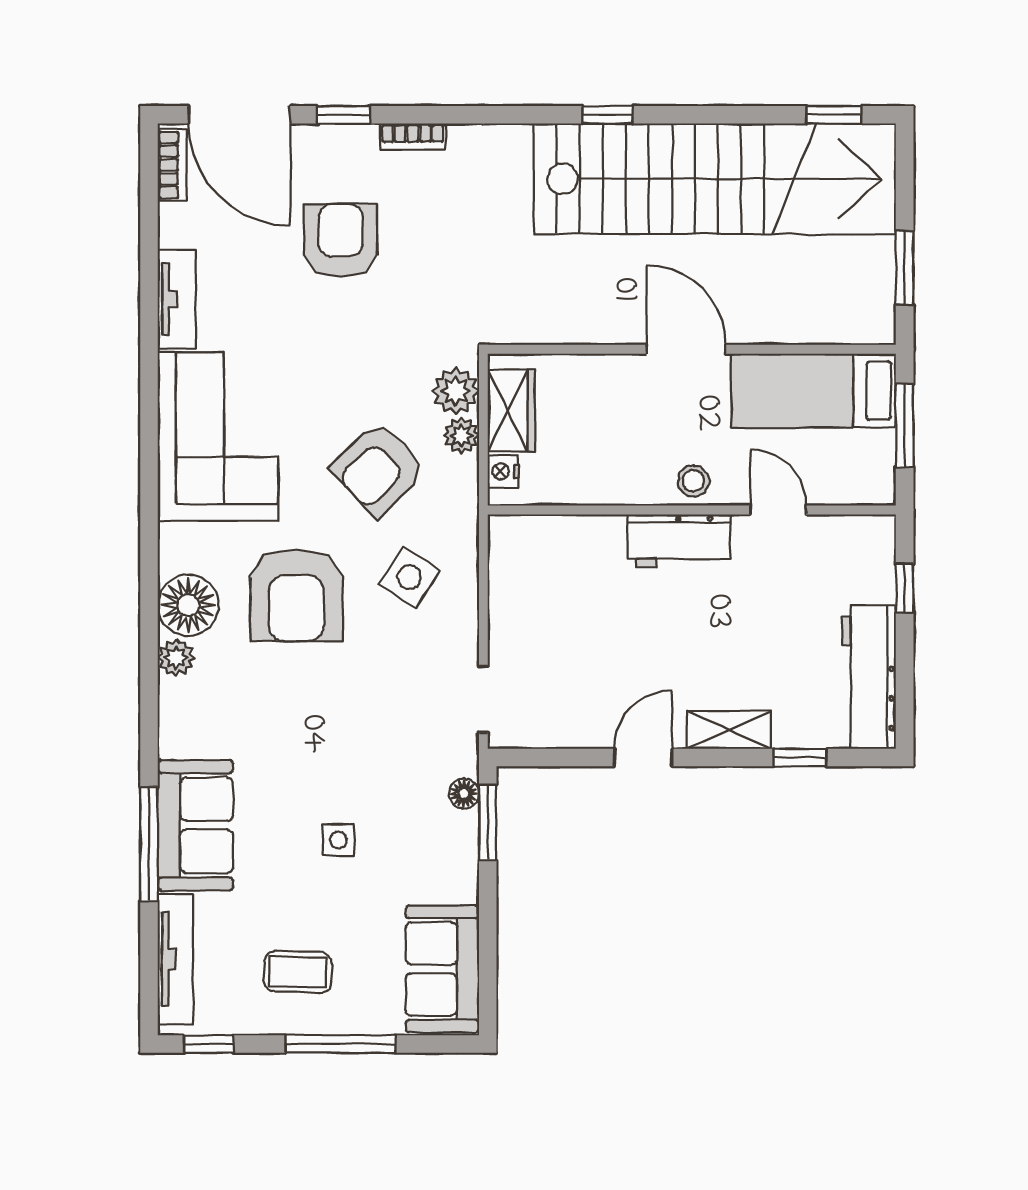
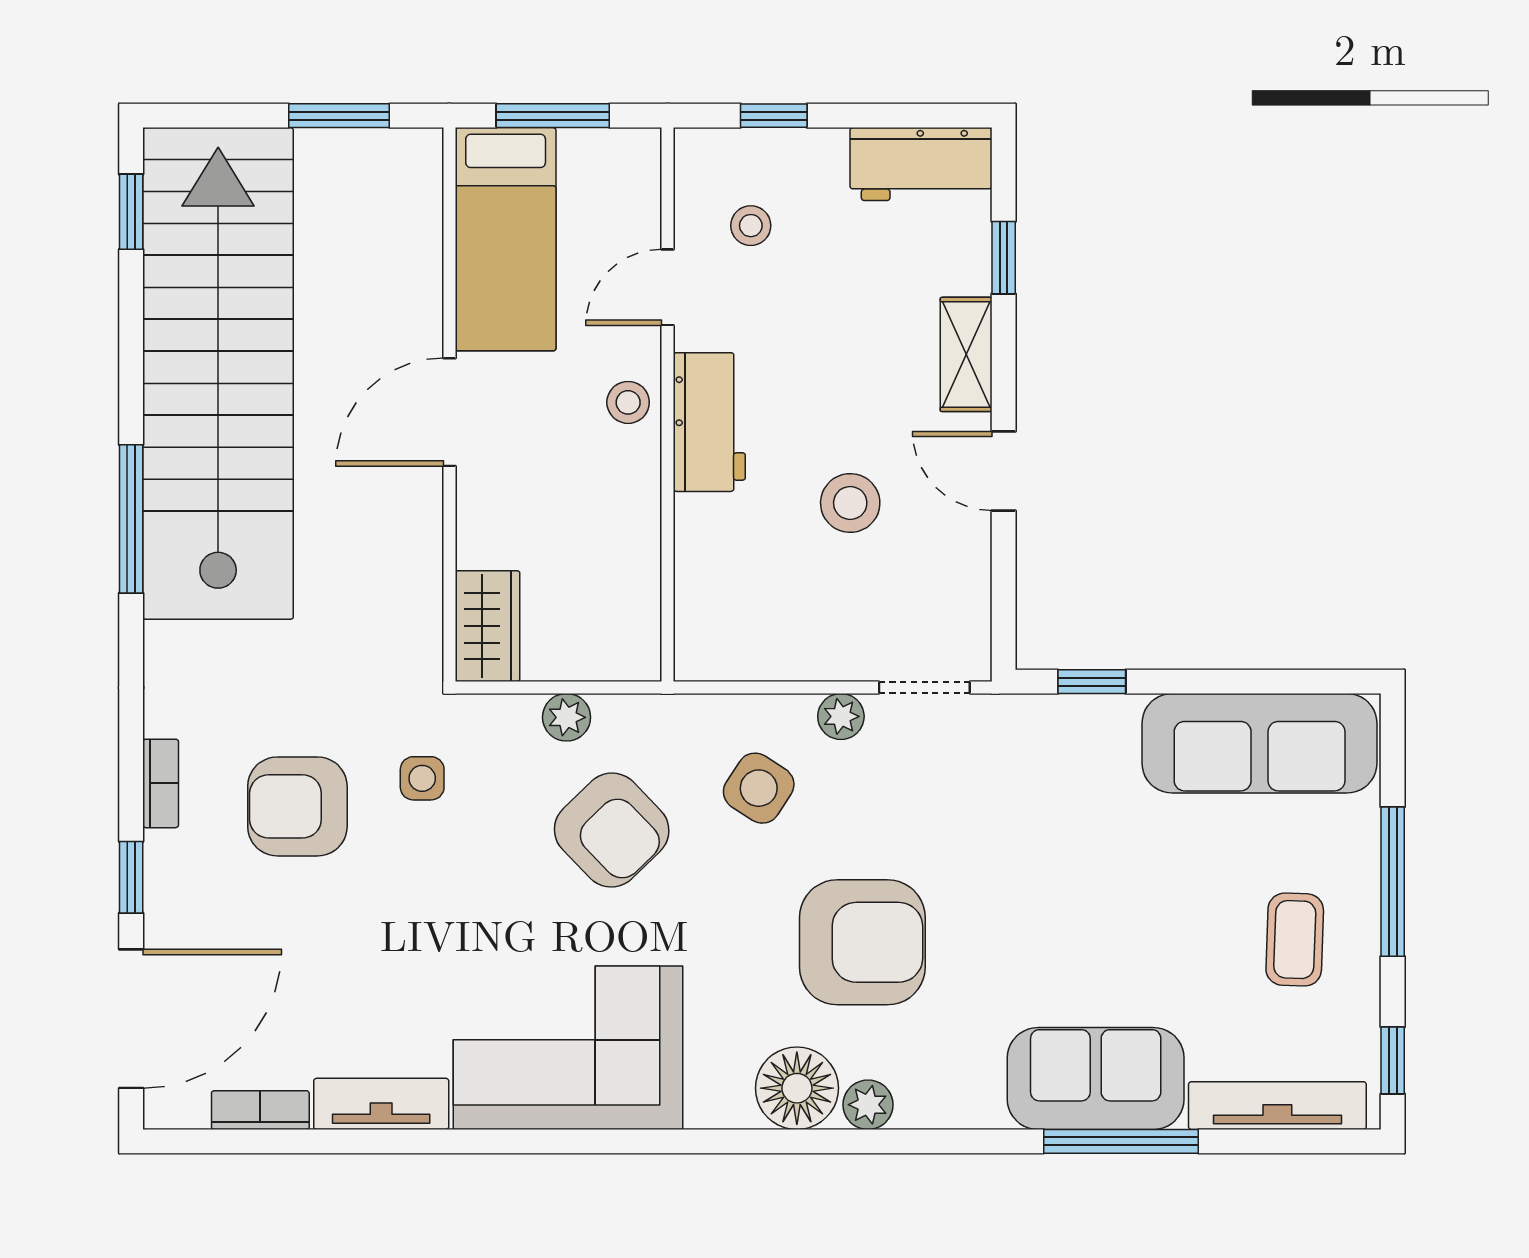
window: (608, 115) -> (131, 519), width x2.17
bookcase: (172, 165) -> (260, 1110), moved
armchair: (341, 240) -> (297, 806), moved
plant: (456, 391) -> (841, 716), moved, width x0.73, depth x0.73
wardrobe: (511, 411) -> (488, 626), moved, turned 90
nightstand: (503, 471) -> (615, 661), removed
stool: (824, 571) -> (751, 226), added
armchair: (296, 595) -> (862, 942), moved
stool: (619, 644) -> (850, 503), added
workbench: (869, 677) -> (921, 164), width x0.73
floor lamp: (464, 794) -> (1053, 714), removed
window: (488, 822) -> (1092, 682), width x0.67
side table: (338, 840) -> (422, 778), moved
sofa: (442, 969) -> (1260, 743), width x1.36

